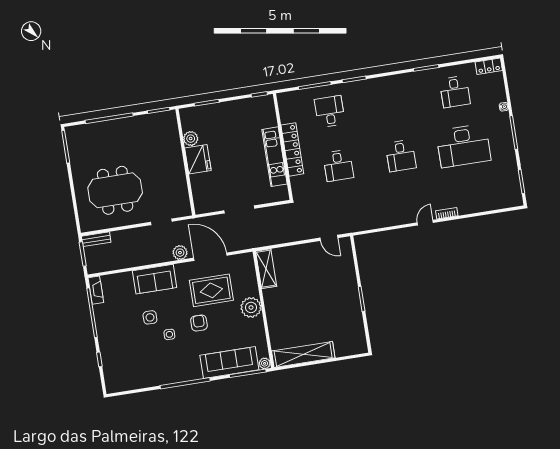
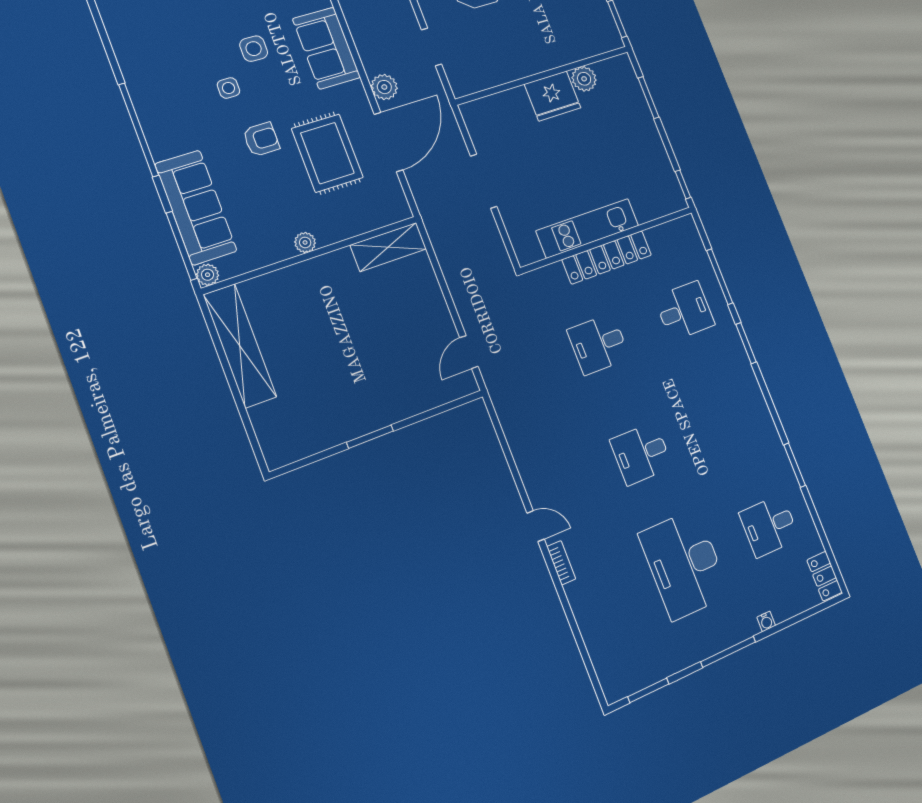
plant: (251, 307) -> (305, 242), width x0.53, depth x0.53

